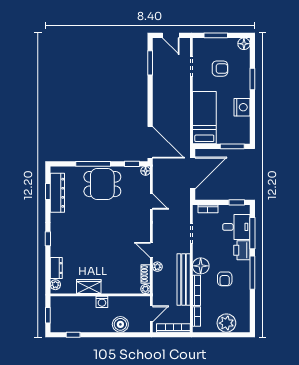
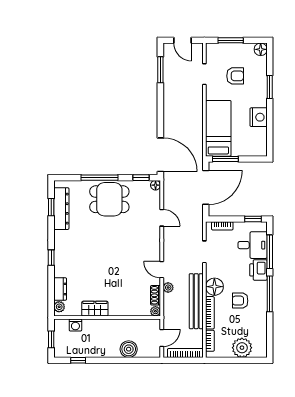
window: (232, 146) -> (225, 159), moved
armchair: (225, 279) -> (240, 301), turned 90
washing machine: (102, 302) -> (75, 325), moved

